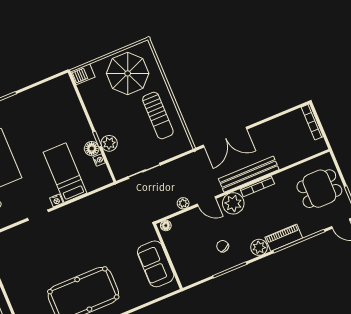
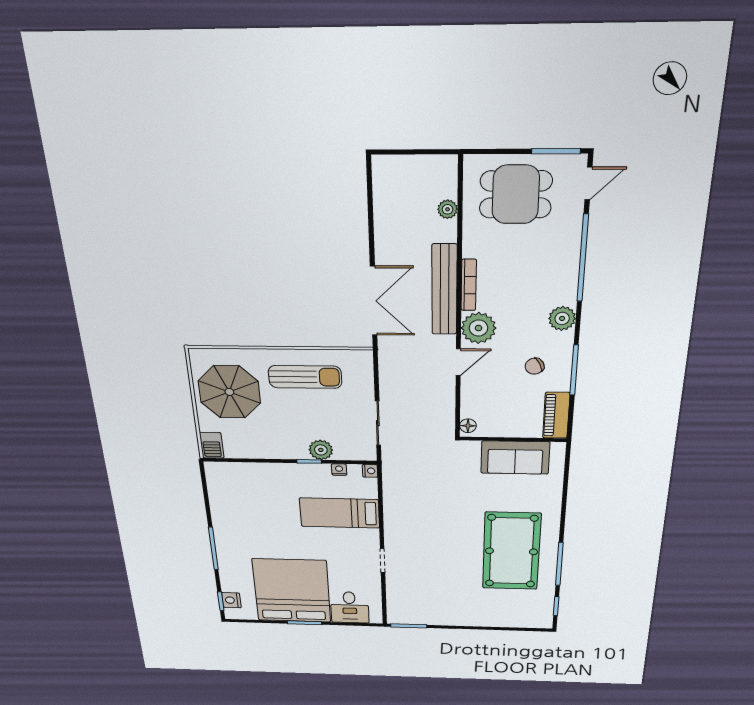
bookcase: (312, 122) -> (403, 162), removed
floor lamp: (92, 149) -> (320, 472), removed
dining table: (319, 189) -> (516, 194), turned 90
nightstand: (56, 200) -> (370, 471), moved
plant: (183, 203) -> (448, 209), moved
piano: (284, 238) -> (556, 415), moved

